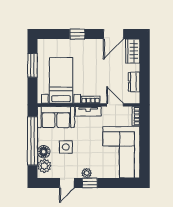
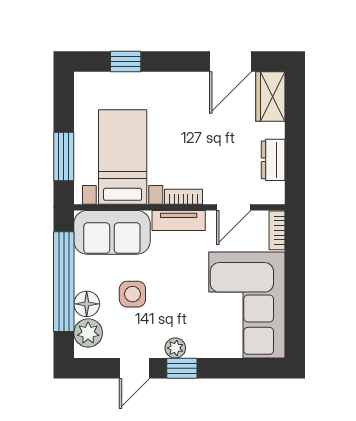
window: (77, 34) -> (126, 62), moved
window: (33, 65) -> (64, 157), moved
door: (115, 105) -> (234, 207), swing flipped

